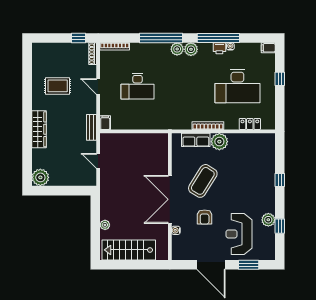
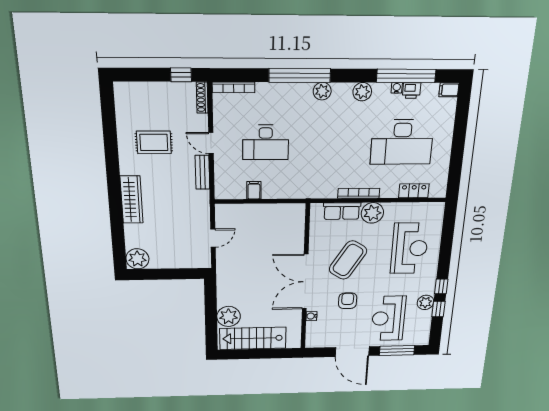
window: (218, 38) -> (406, 76), moved
printer: (219, 48) -> (412, 90), moved
plant: (191, 49) -> (362, 92), moved
window: (280, 79) -> (460, 132), removed
filing cabinet: (105, 123) -> (254, 190), moved
bench: (91, 127) -> (202, 172), moved
door: (98, 161) -> (213, 238), swing flipped
reception desk: (251, 172) -> (409, 248), added
window: (280, 180) -> (441, 286), moved
armchair: (205, 217) -> (348, 301), turned 180
plant: (105, 225) -> (229, 316), width x1.88, depth x1.88
window: (249, 265) -> (397, 351), width x1.44

